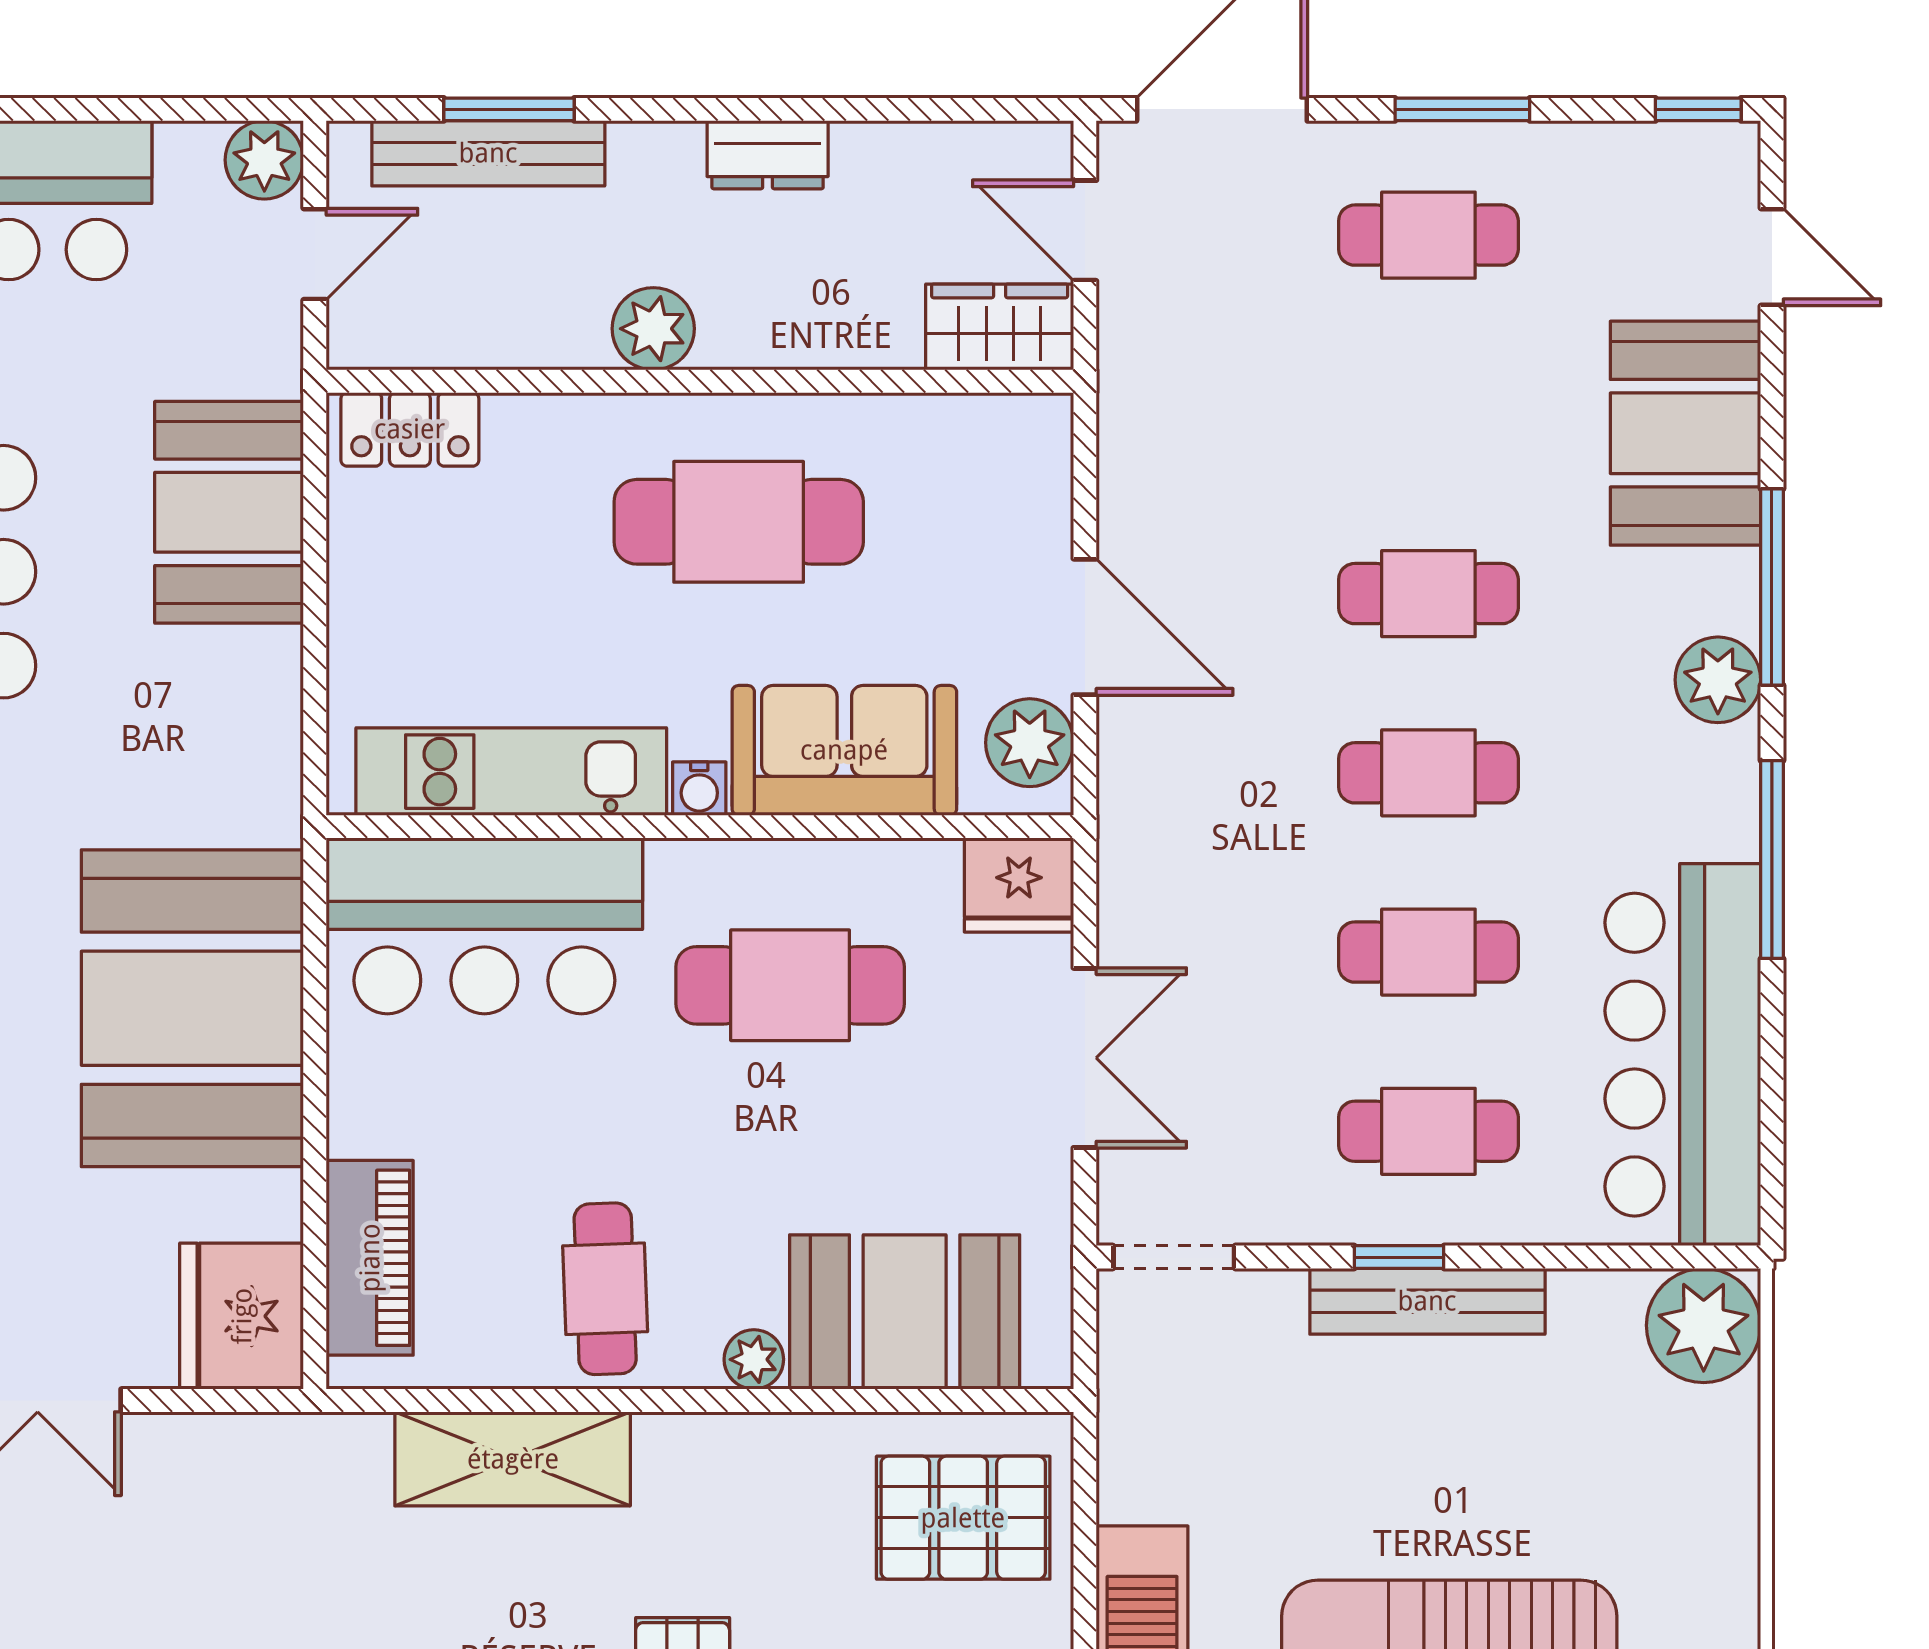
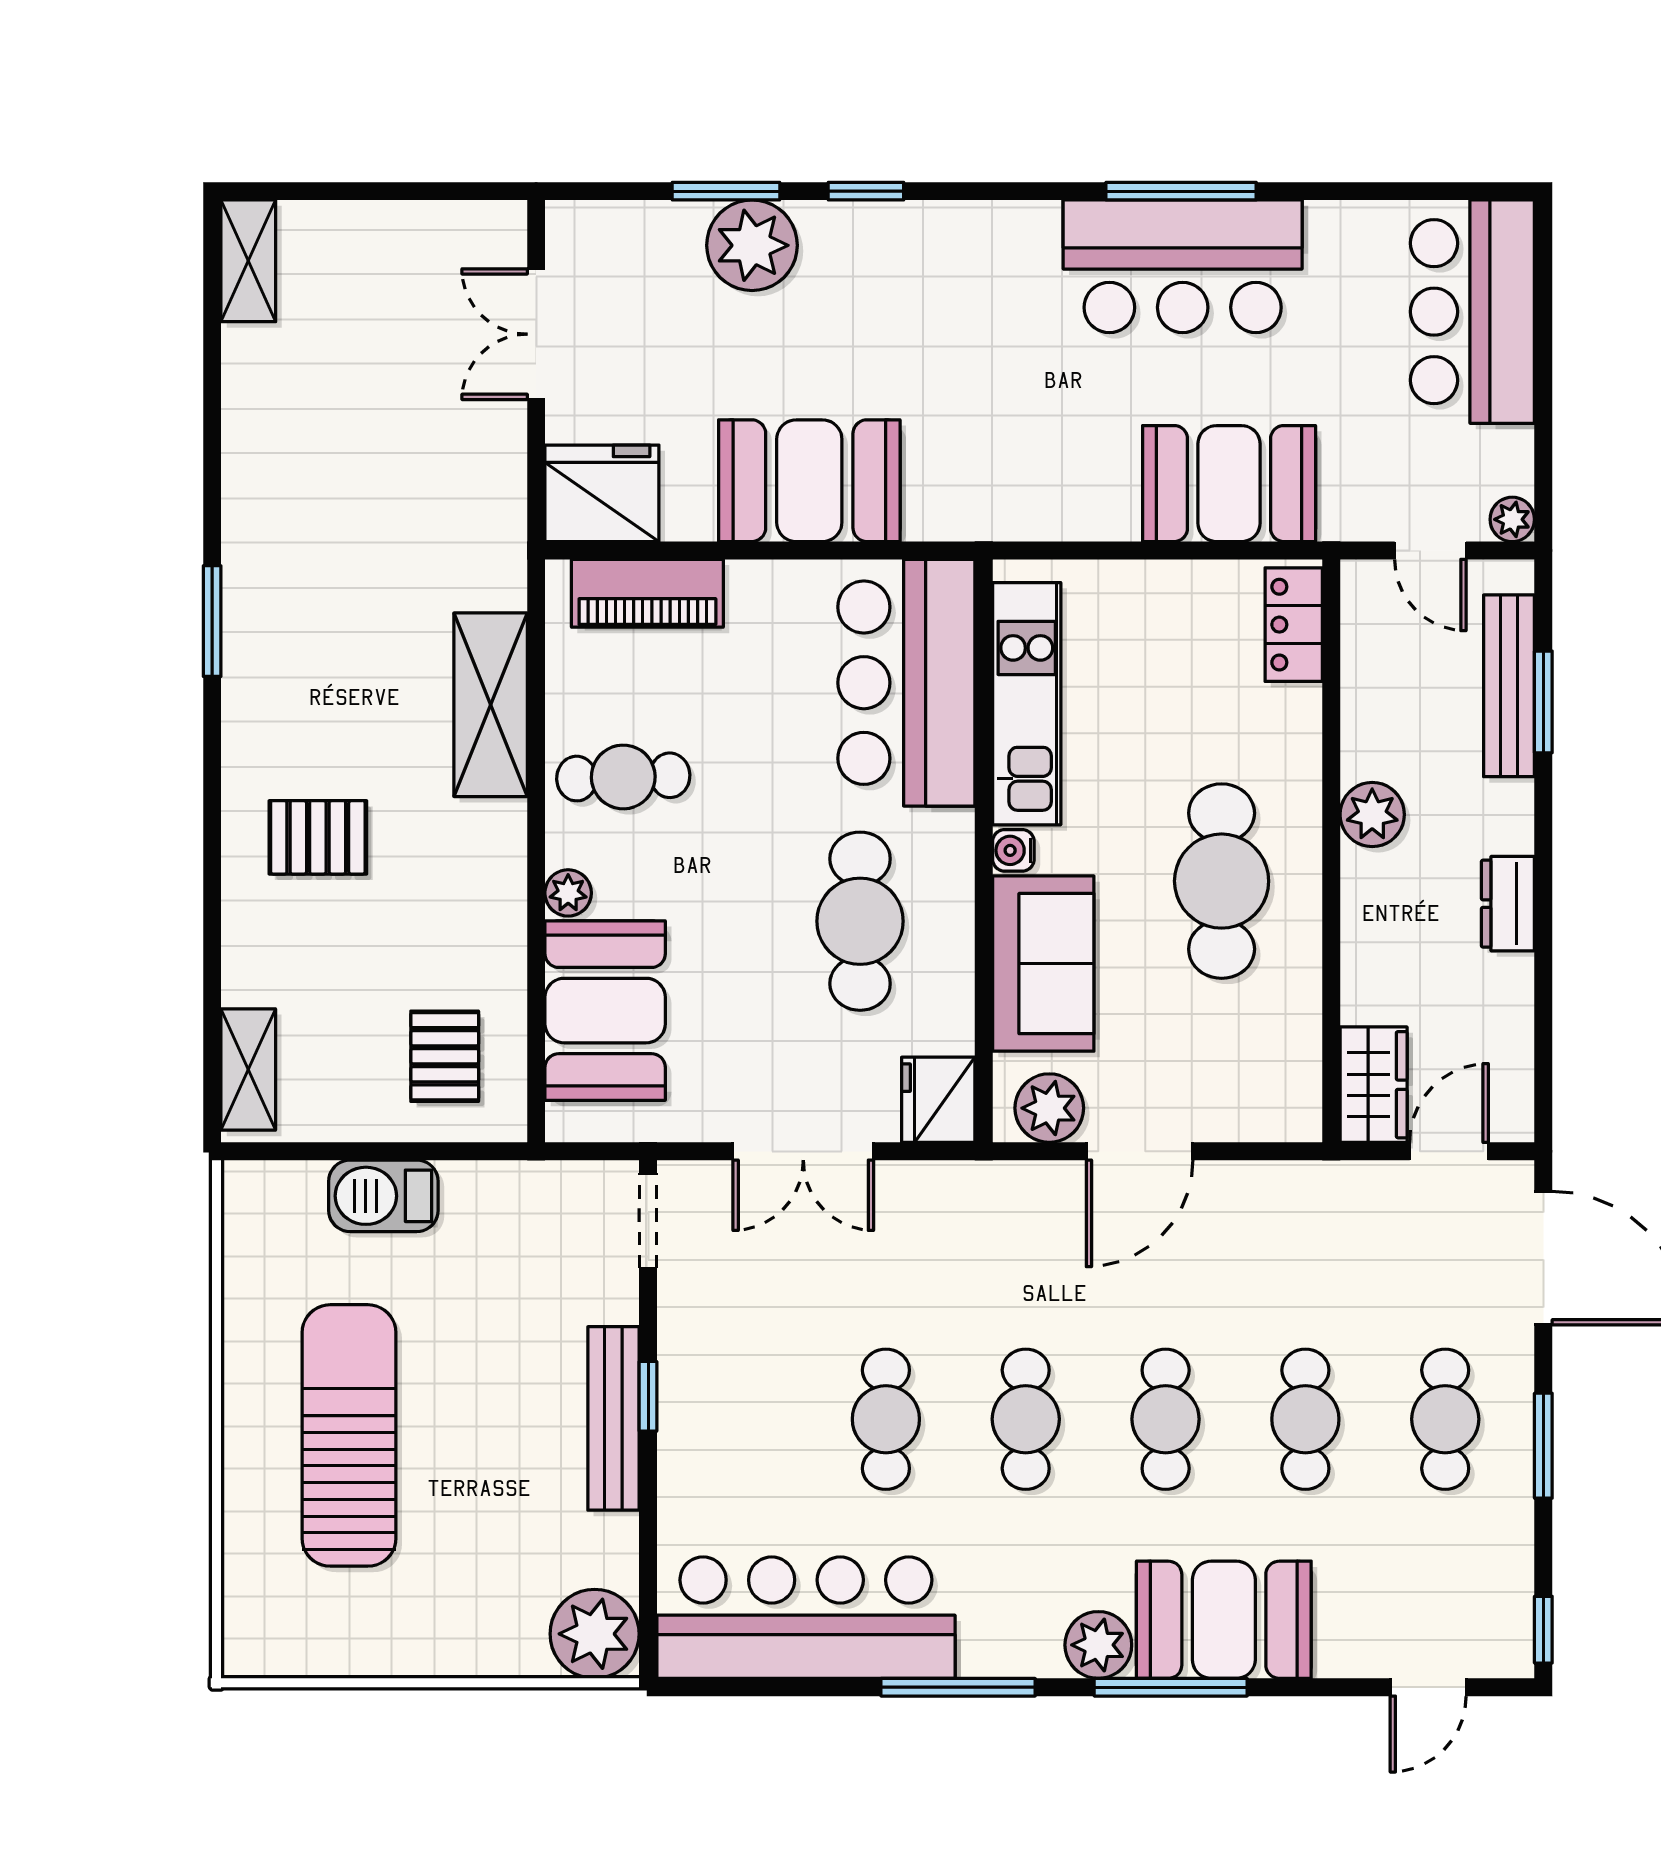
plant: (264, 160) -> (1512, 519), width x0.73, depth x0.73
booth: (1685, 433) -> (1224, 1620), moved
booth: (192, 1008) -> (809, 481), width x0.73, depth x0.70
cafe table: (1428, 1131) -> (1305, 1419), moved
pallet: (963, 1518) -> (445, 1056), width x0.67, depth x0.71

